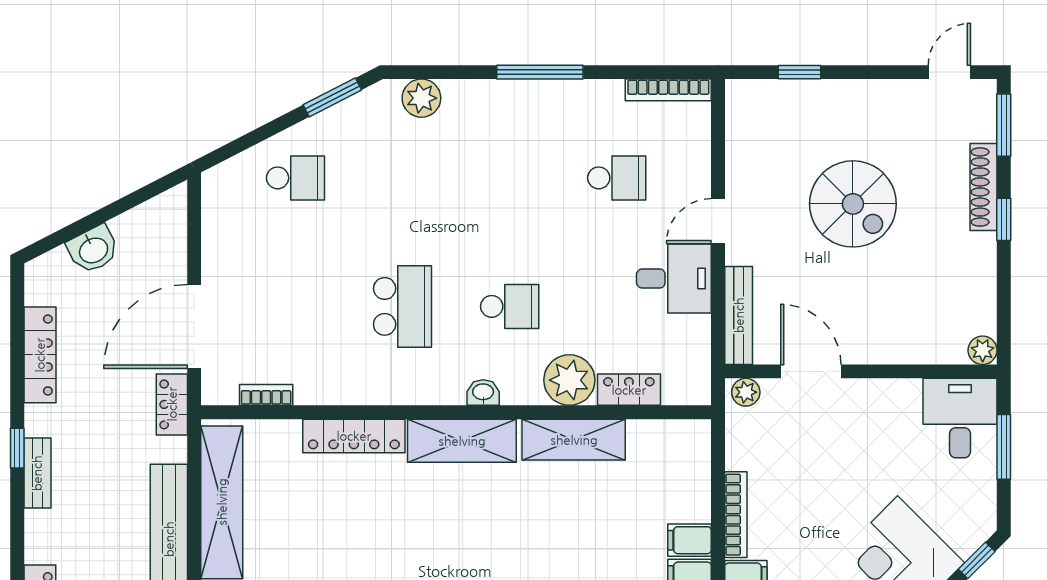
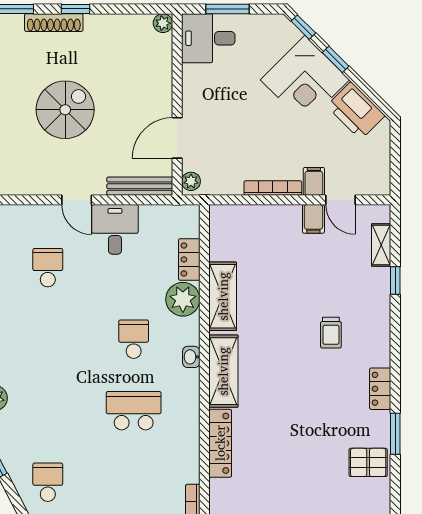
filing cabinet: (689, 540) -> (290, 219), removed

